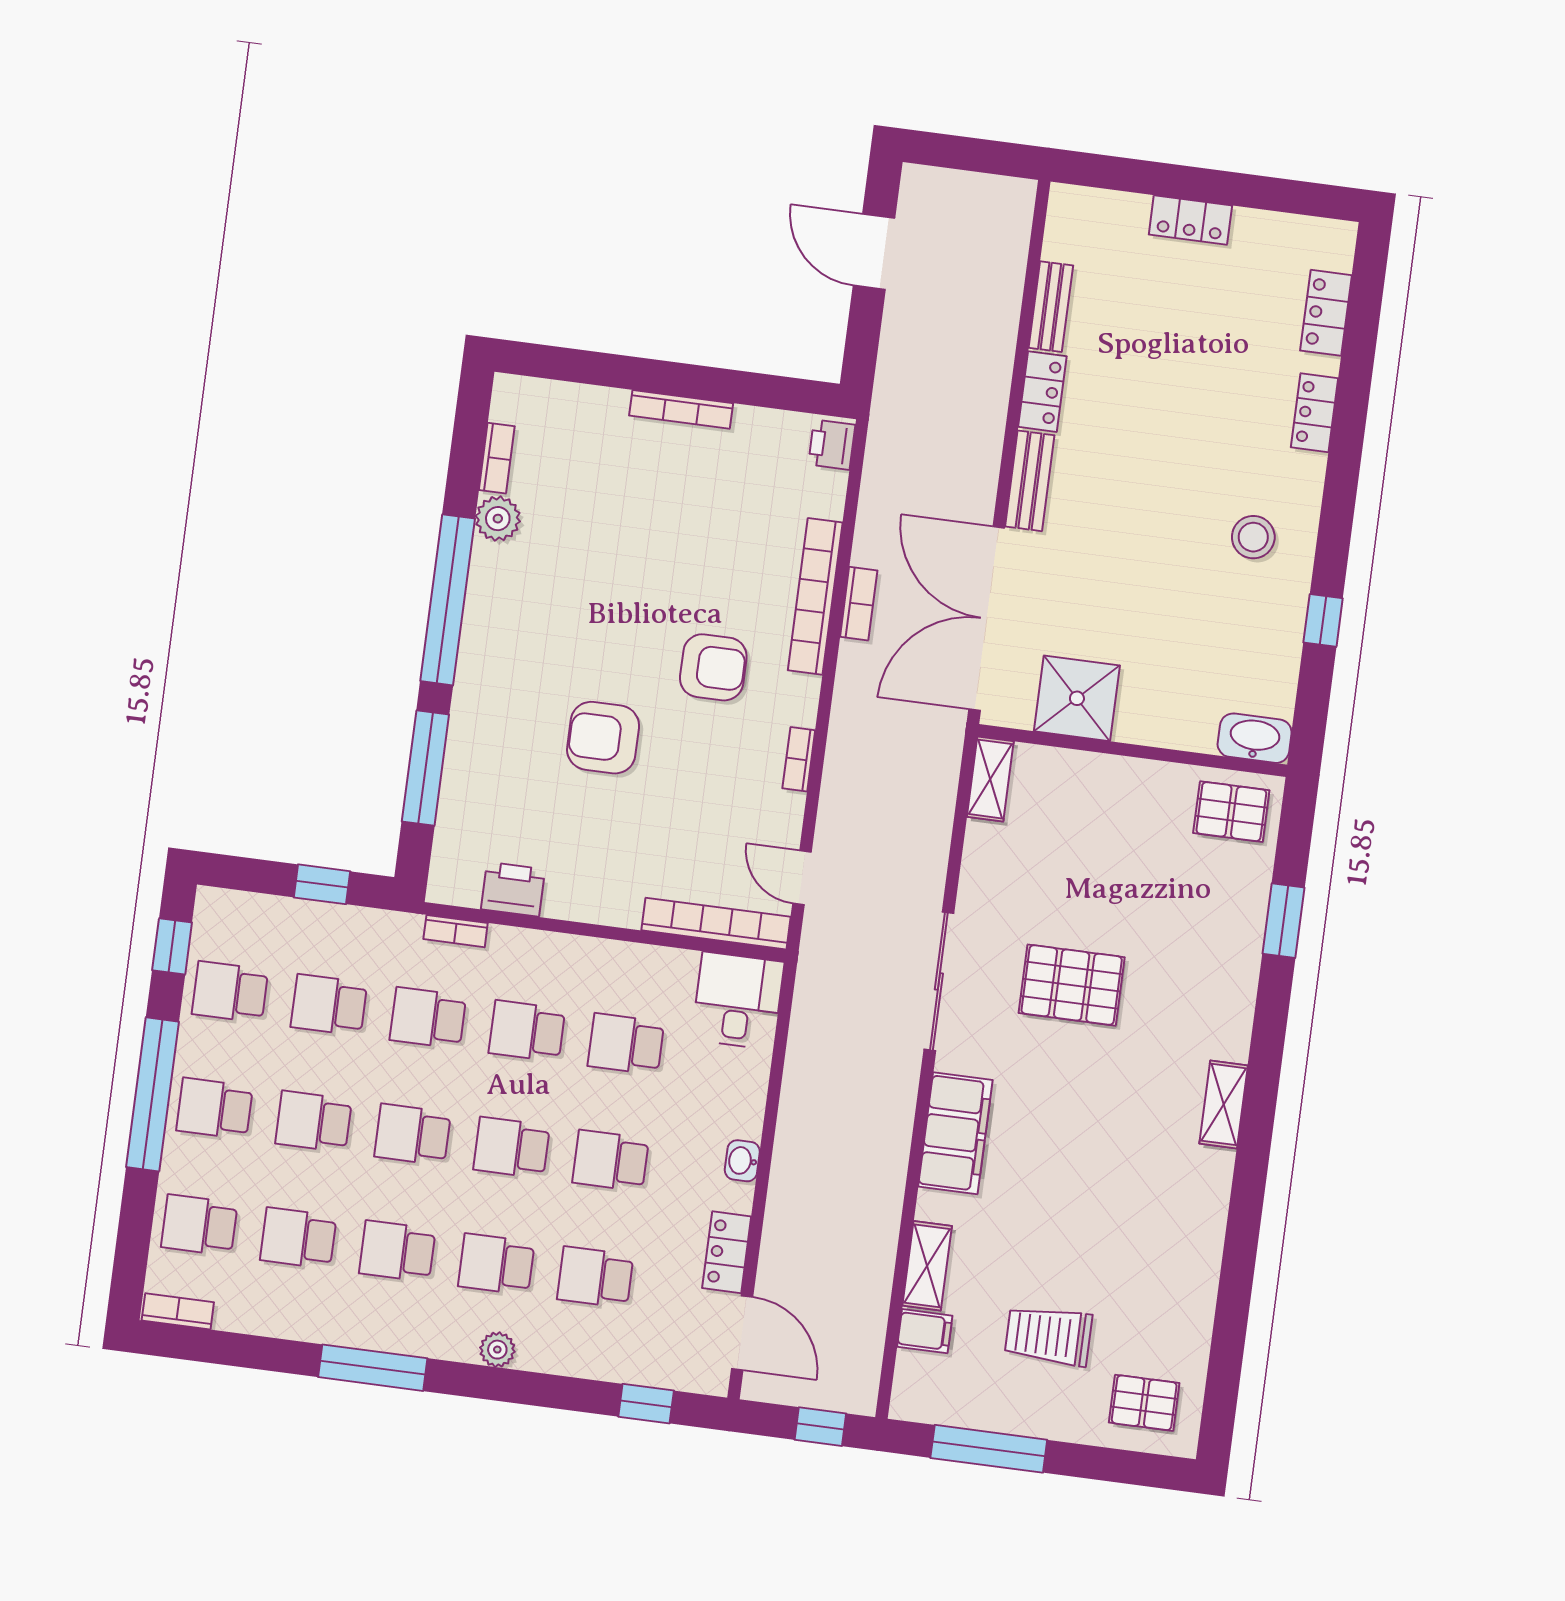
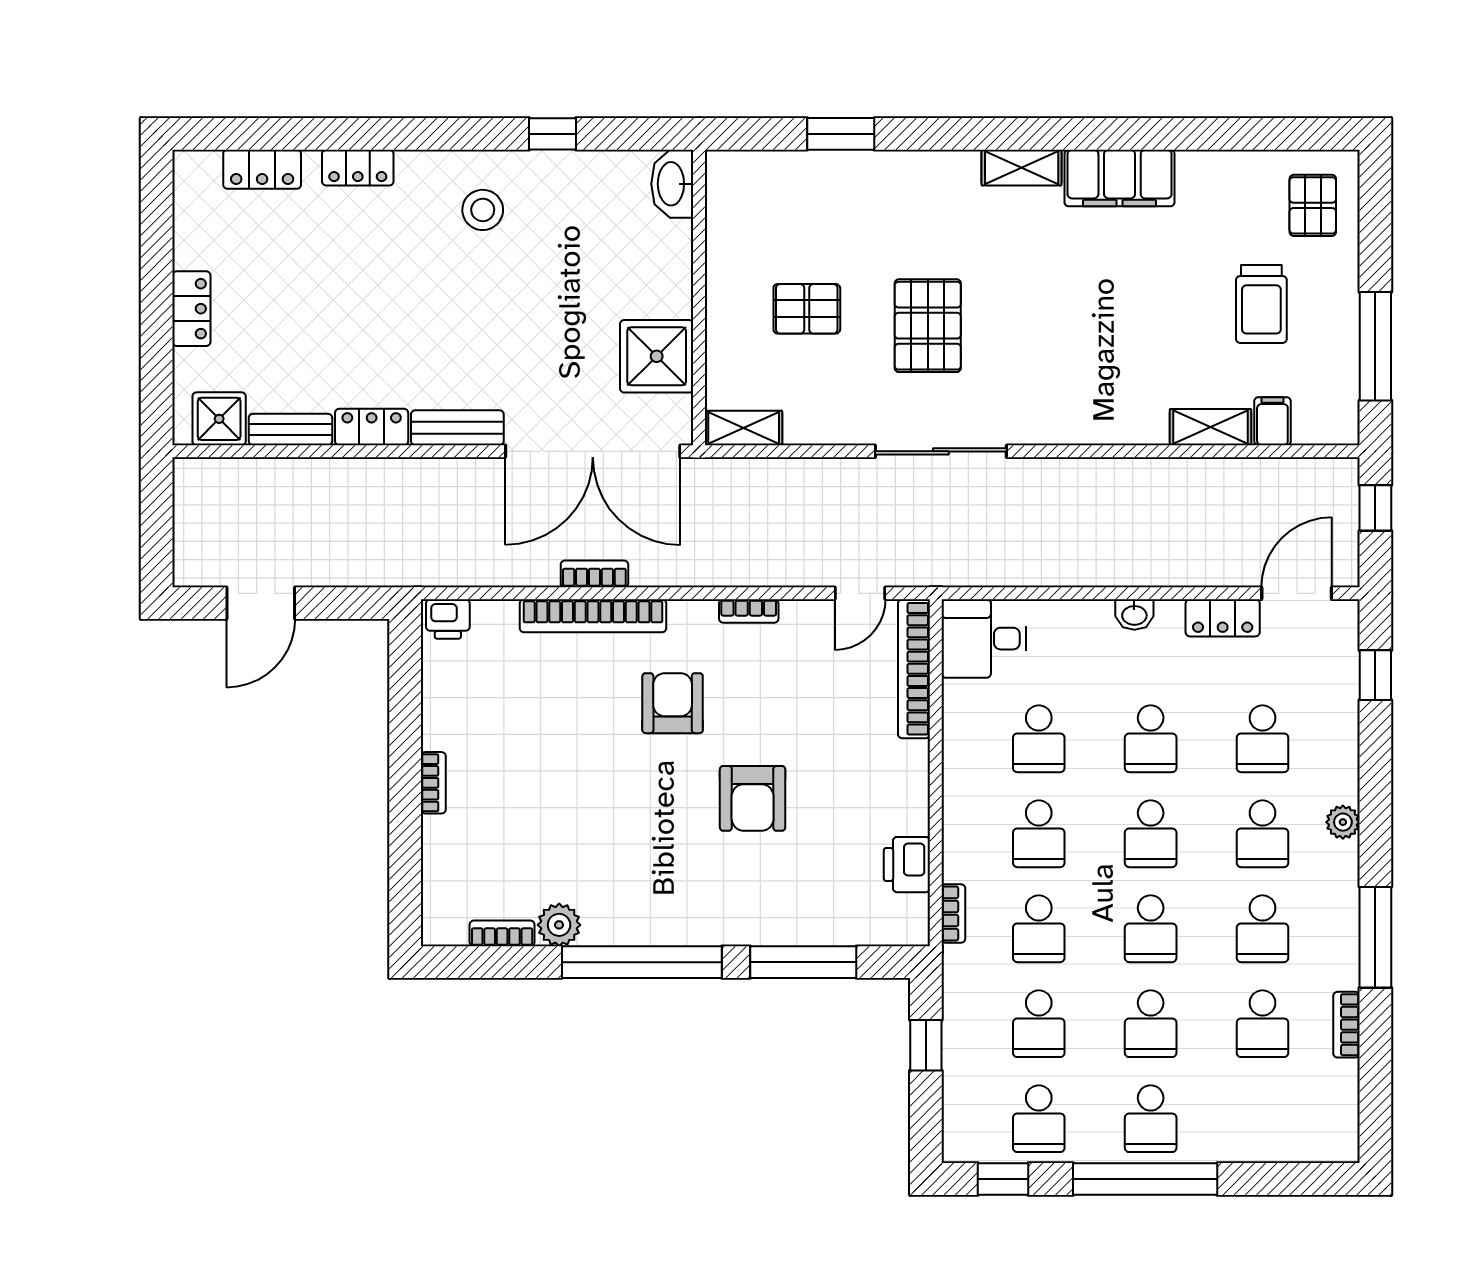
shower: (1072, 234) -> (219, 419), added
bookcase: (681, 409) -> (433, 783), width x0.64
pallet: (1231, 812) -> (807, 309), moved, turned 90
filing cabinet: (955, 1133) -> (1120, 178), moved, turned 180
school desk: (199, 1225) -> (1263, 1119), removed
bookcase: (178, 1311) -> (1346, 1025), moved

